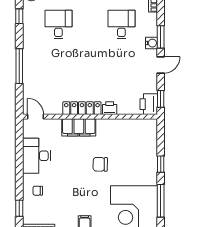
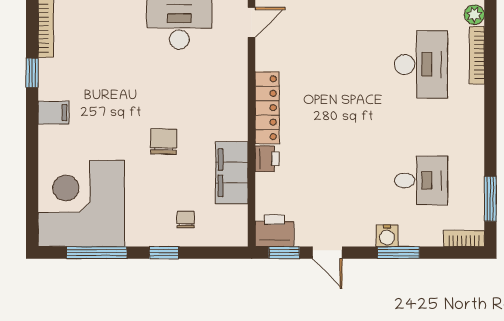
desk: (58, 25) -> (421, 64), width x1.37
door: (161, 65) -> (327, 253), moved
filing cabinet: (79, 127) -> (232, 173), moved
chair: (38, 191) -> (186, 219), moved

